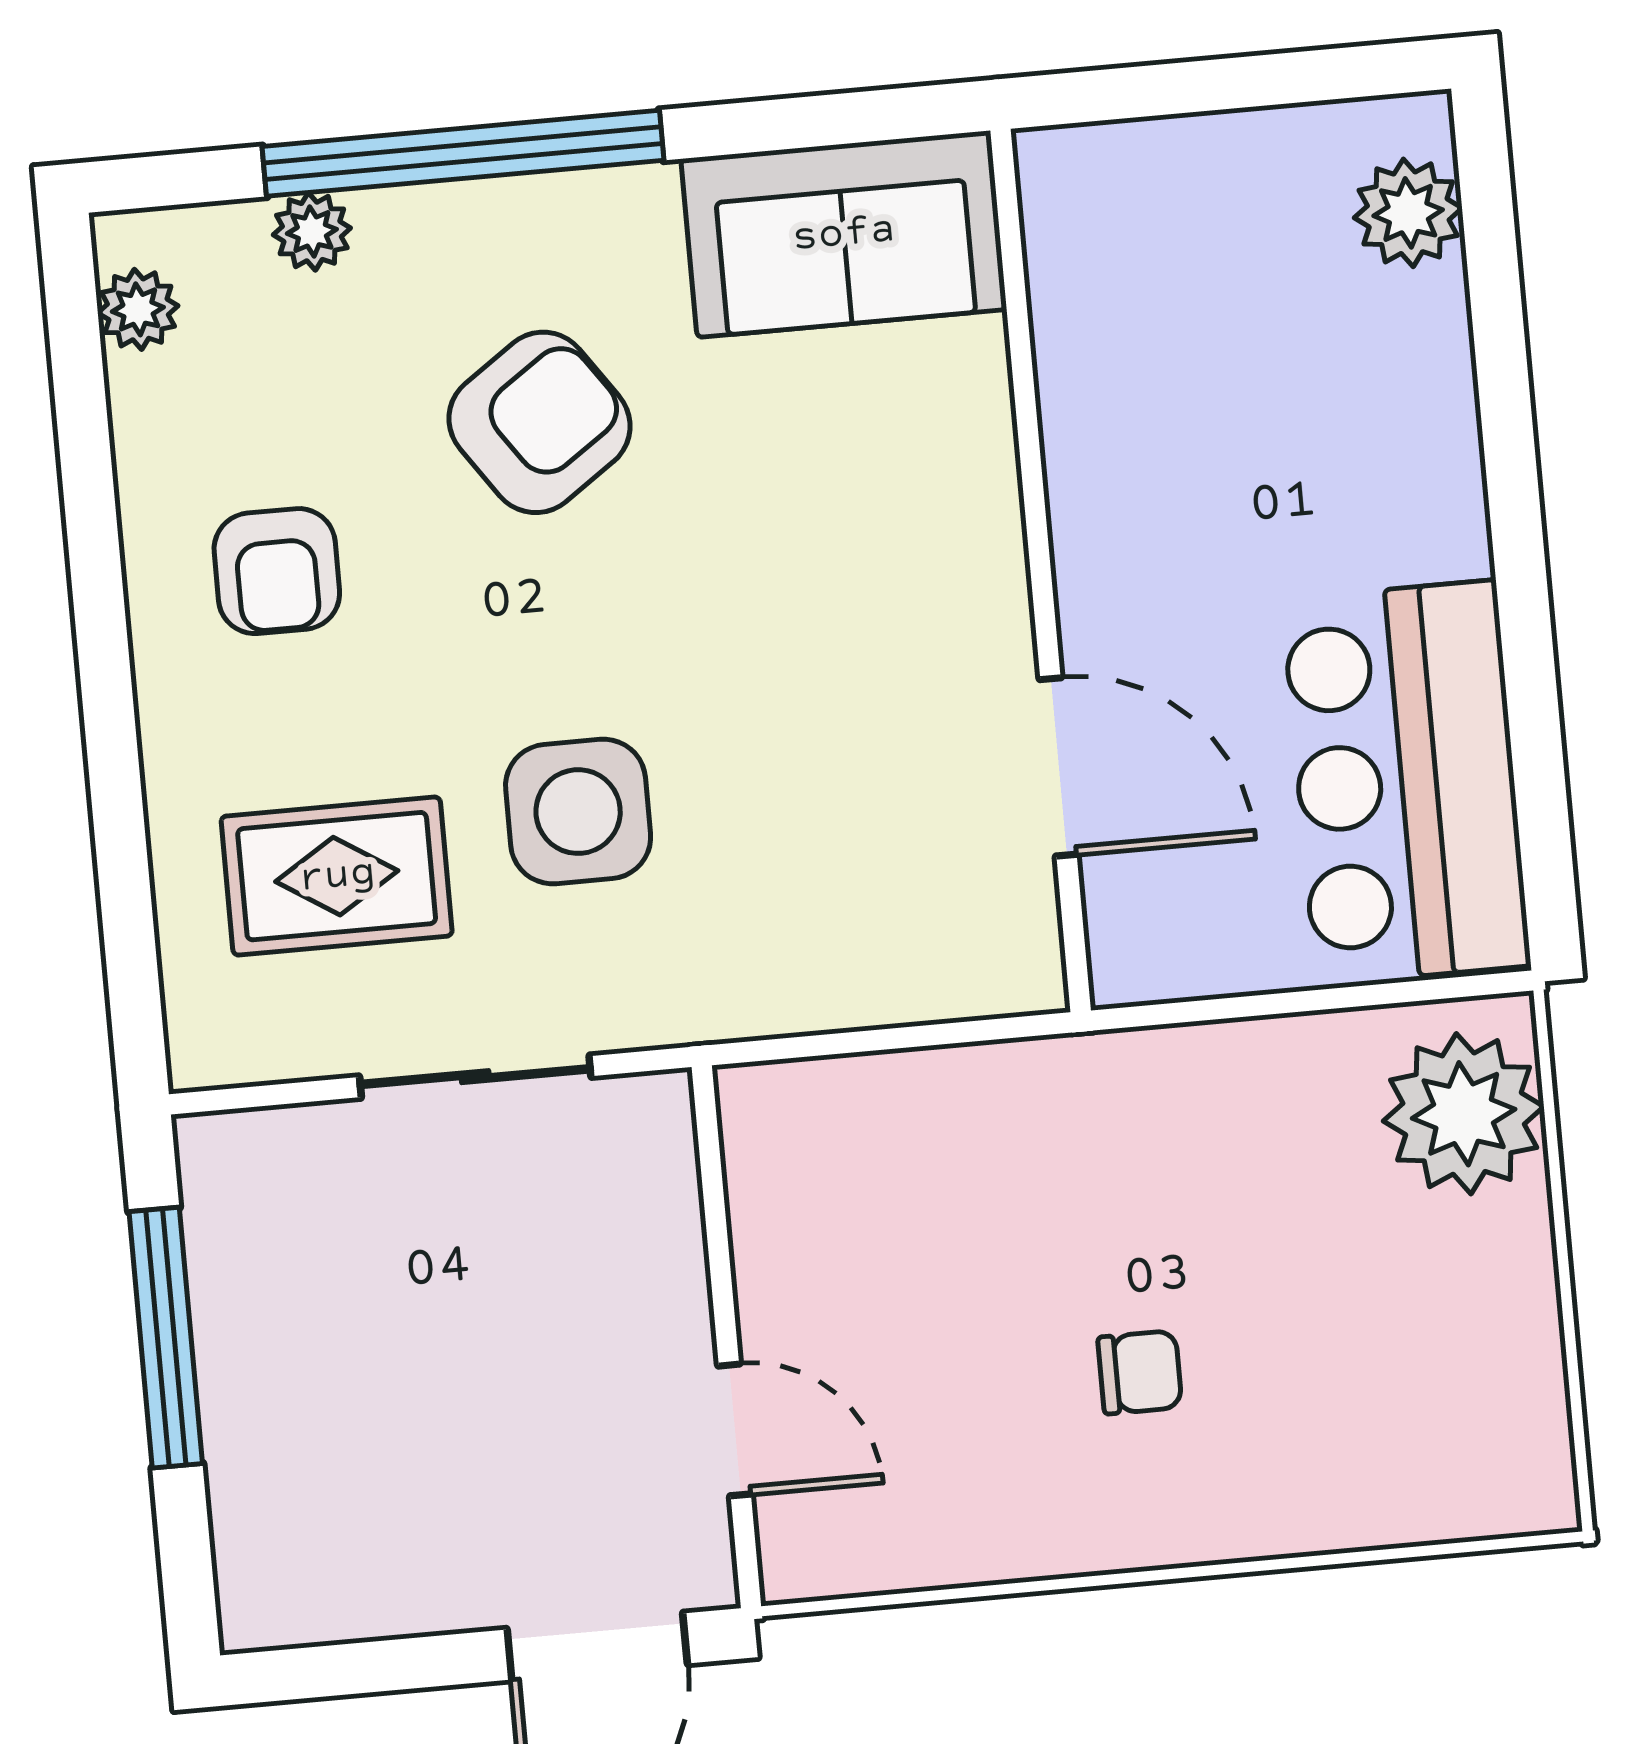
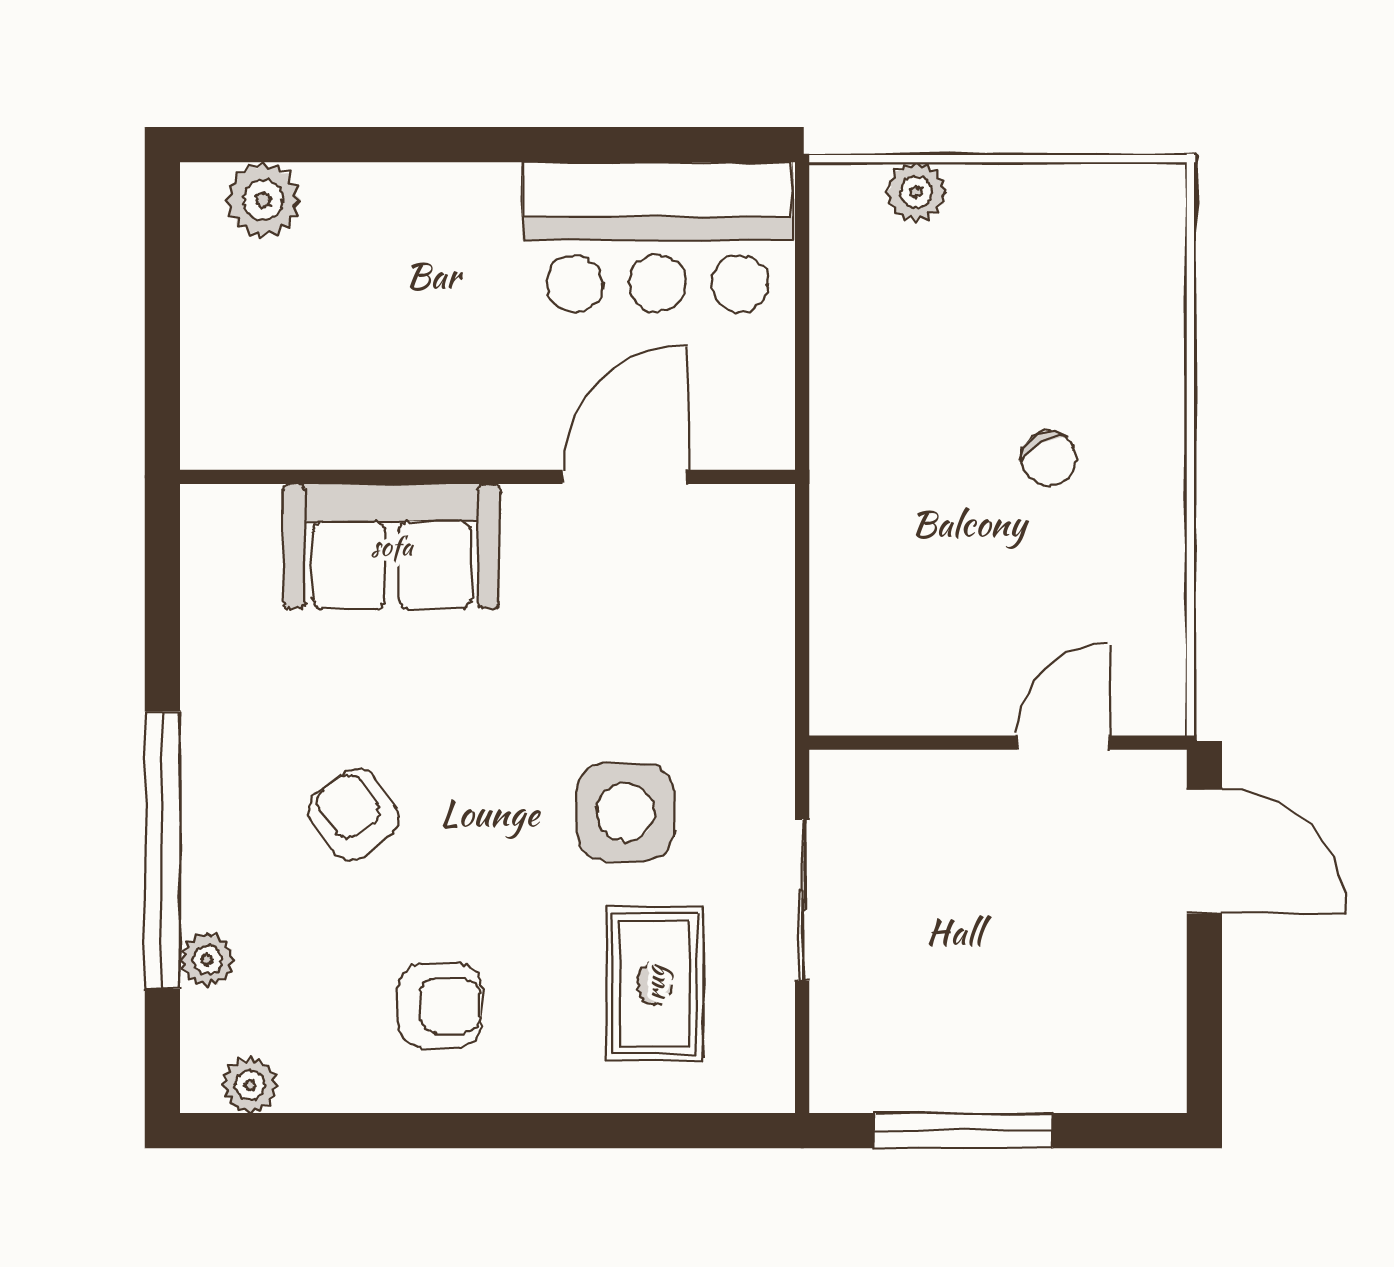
sofa: (844, 234) -> (392, 546), moved, turned 90
armchair: (539, 422) -> (354, 814), width x0.72, depth x0.72
plant: (1464, 1114) -> (916, 192), width x0.53, depth x0.53
chair: (1140, 1372) -> (1049, 459), turned 153

